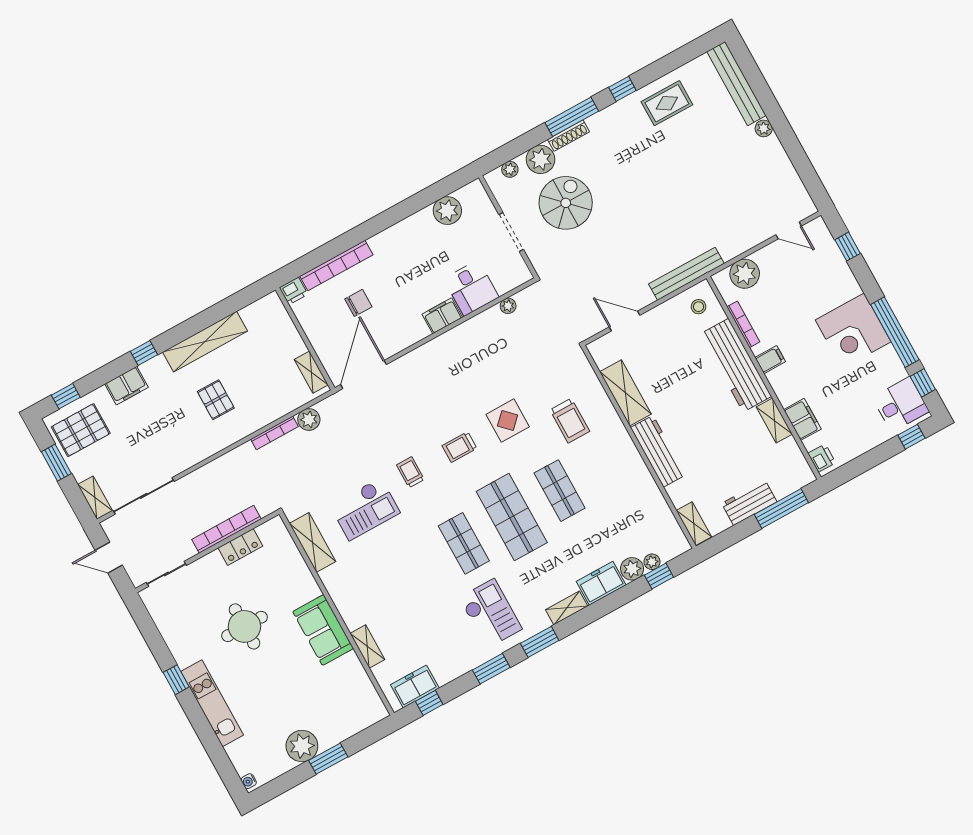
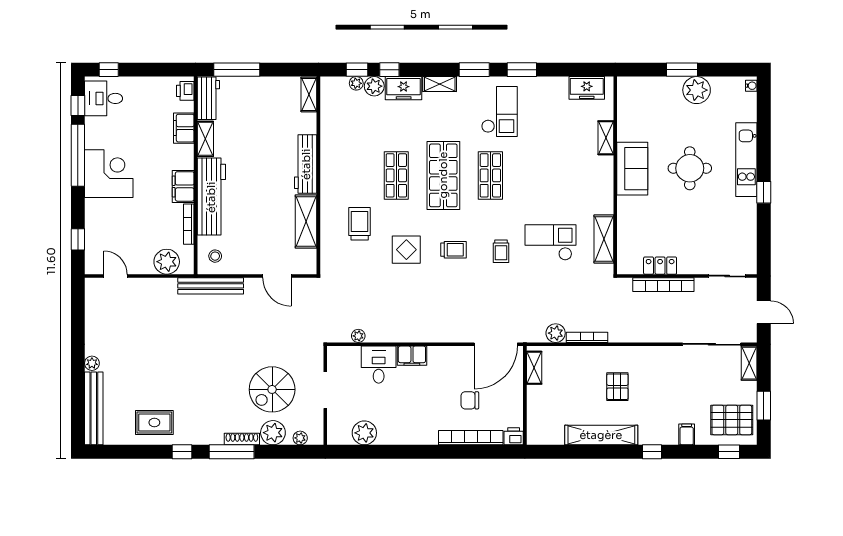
filing cabinet: (770, 360) -> (183, 186), width x2.00
filing cabinet: (127, 386) -> (687, 434), width x0.50
workbench: (749, 503) -> (208, 98), moved, turned -90
checkout: (490, 613) -> (499, 112), turned 180
round table: (244, 626) -> (690, 168), moved
window: (429, 703) -> (389, 70), moved

